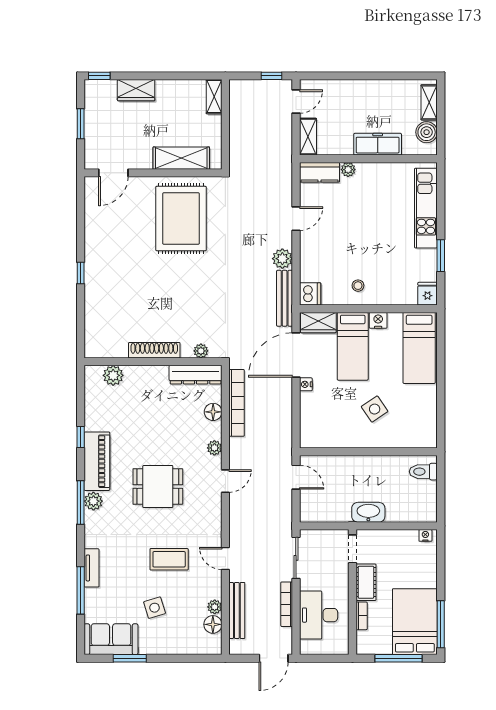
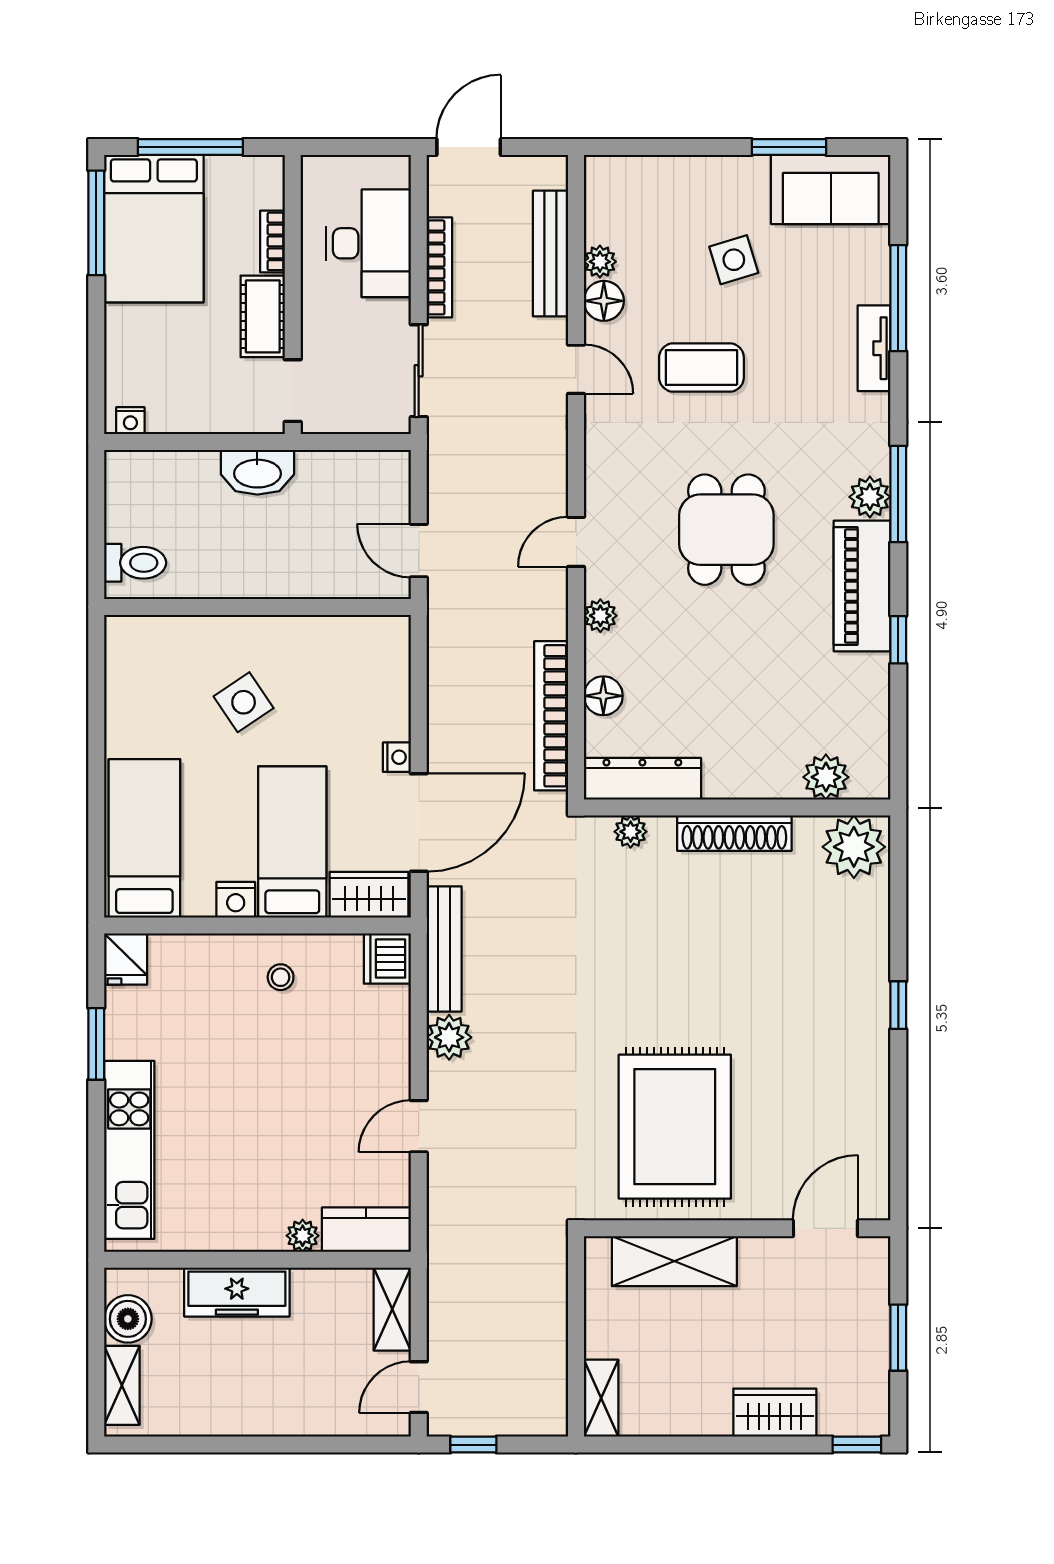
plant: (101, 344) -> (854, 847), added
dining table: (158, 486) -> (726, 530), turned 90
floor lamp: (213, 624) -> (604, 301), moved

